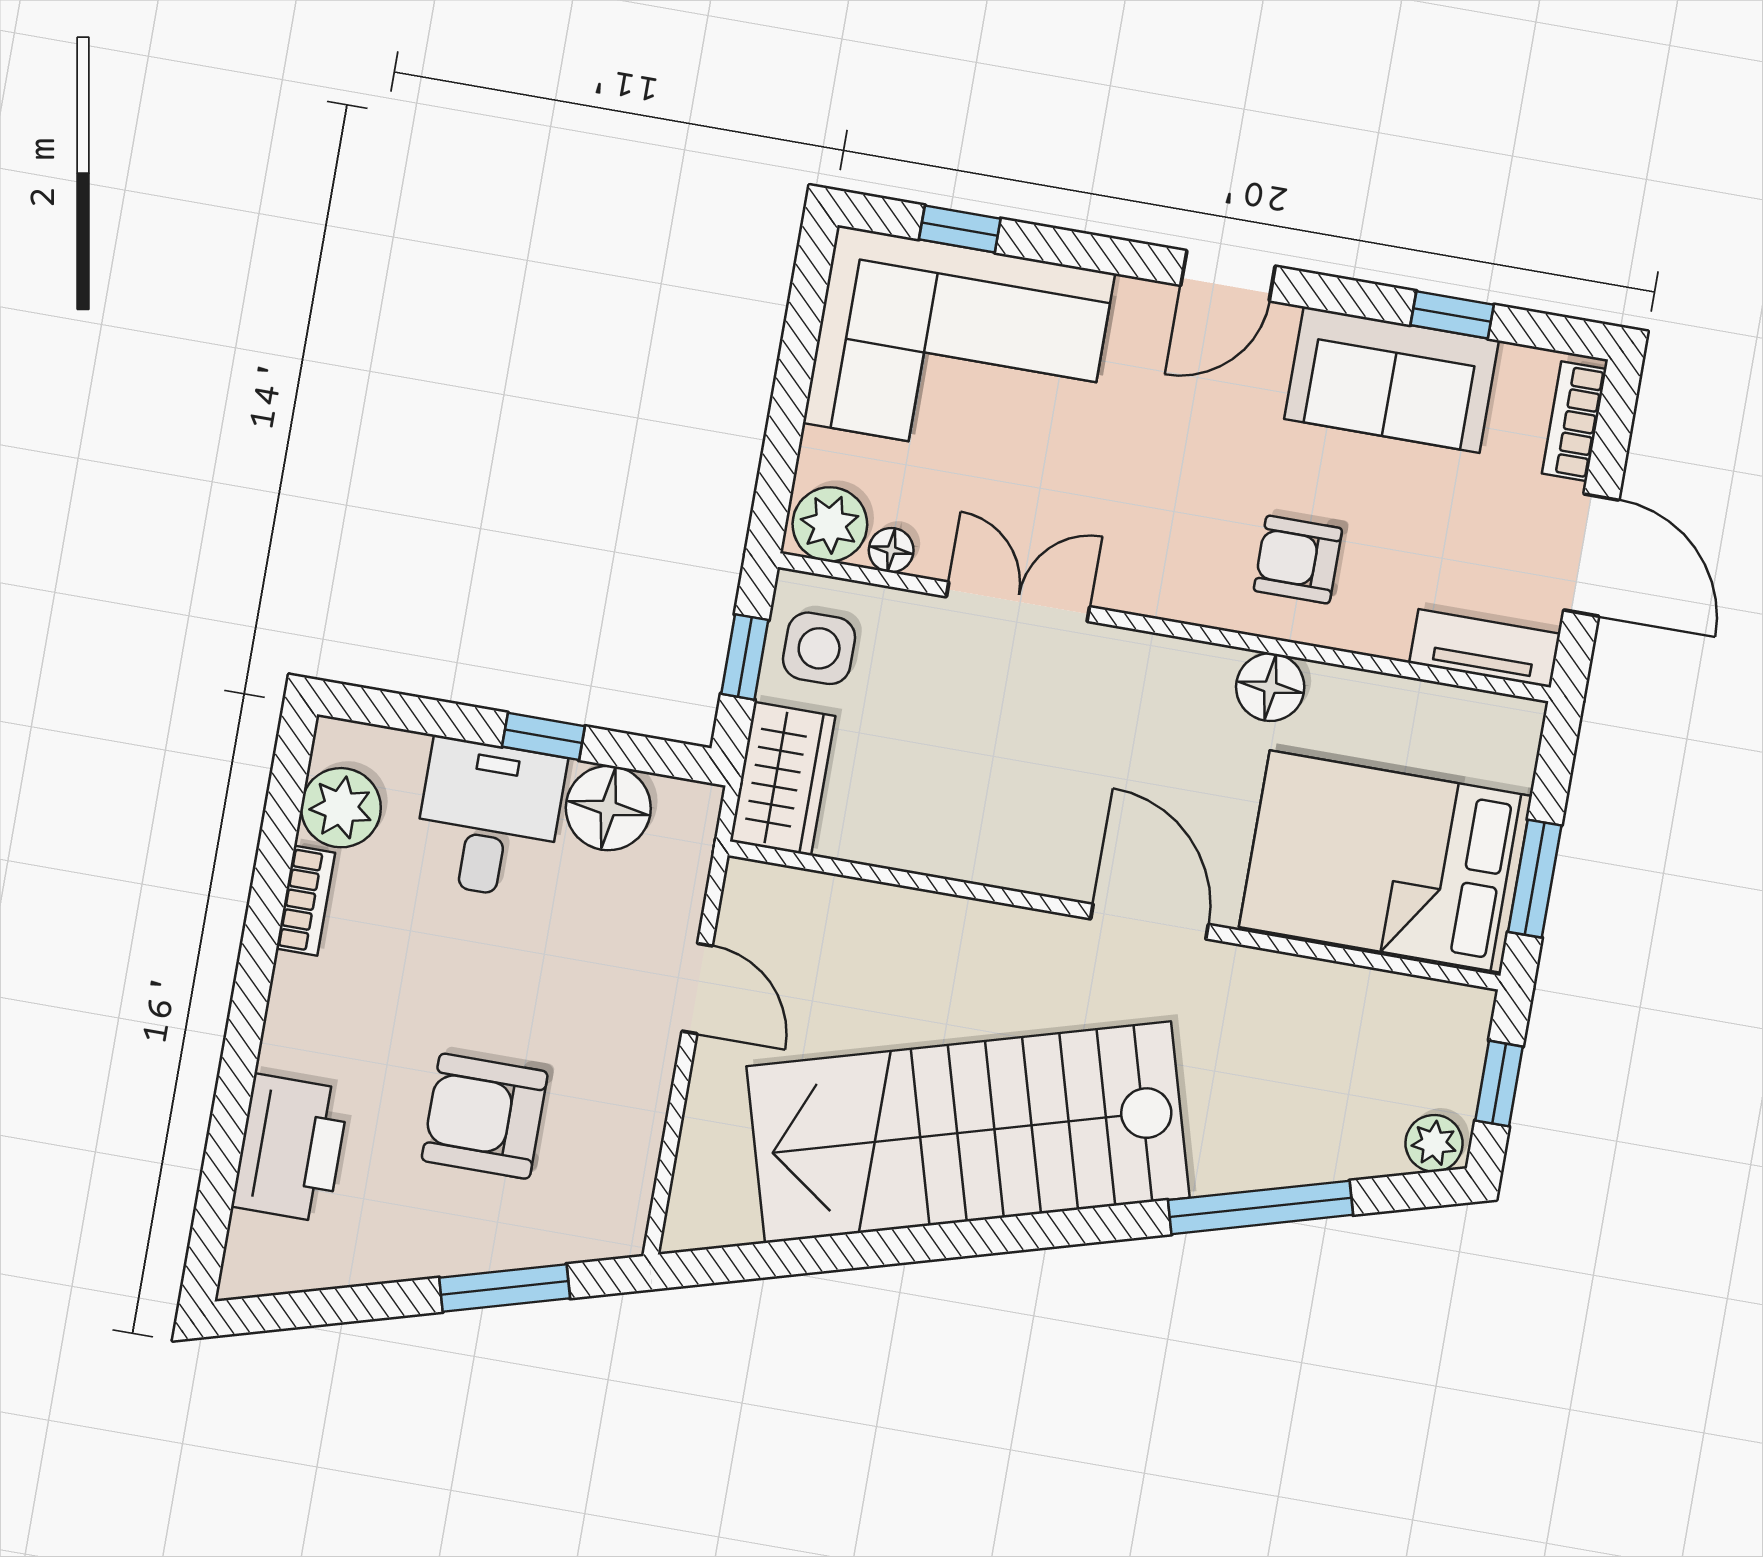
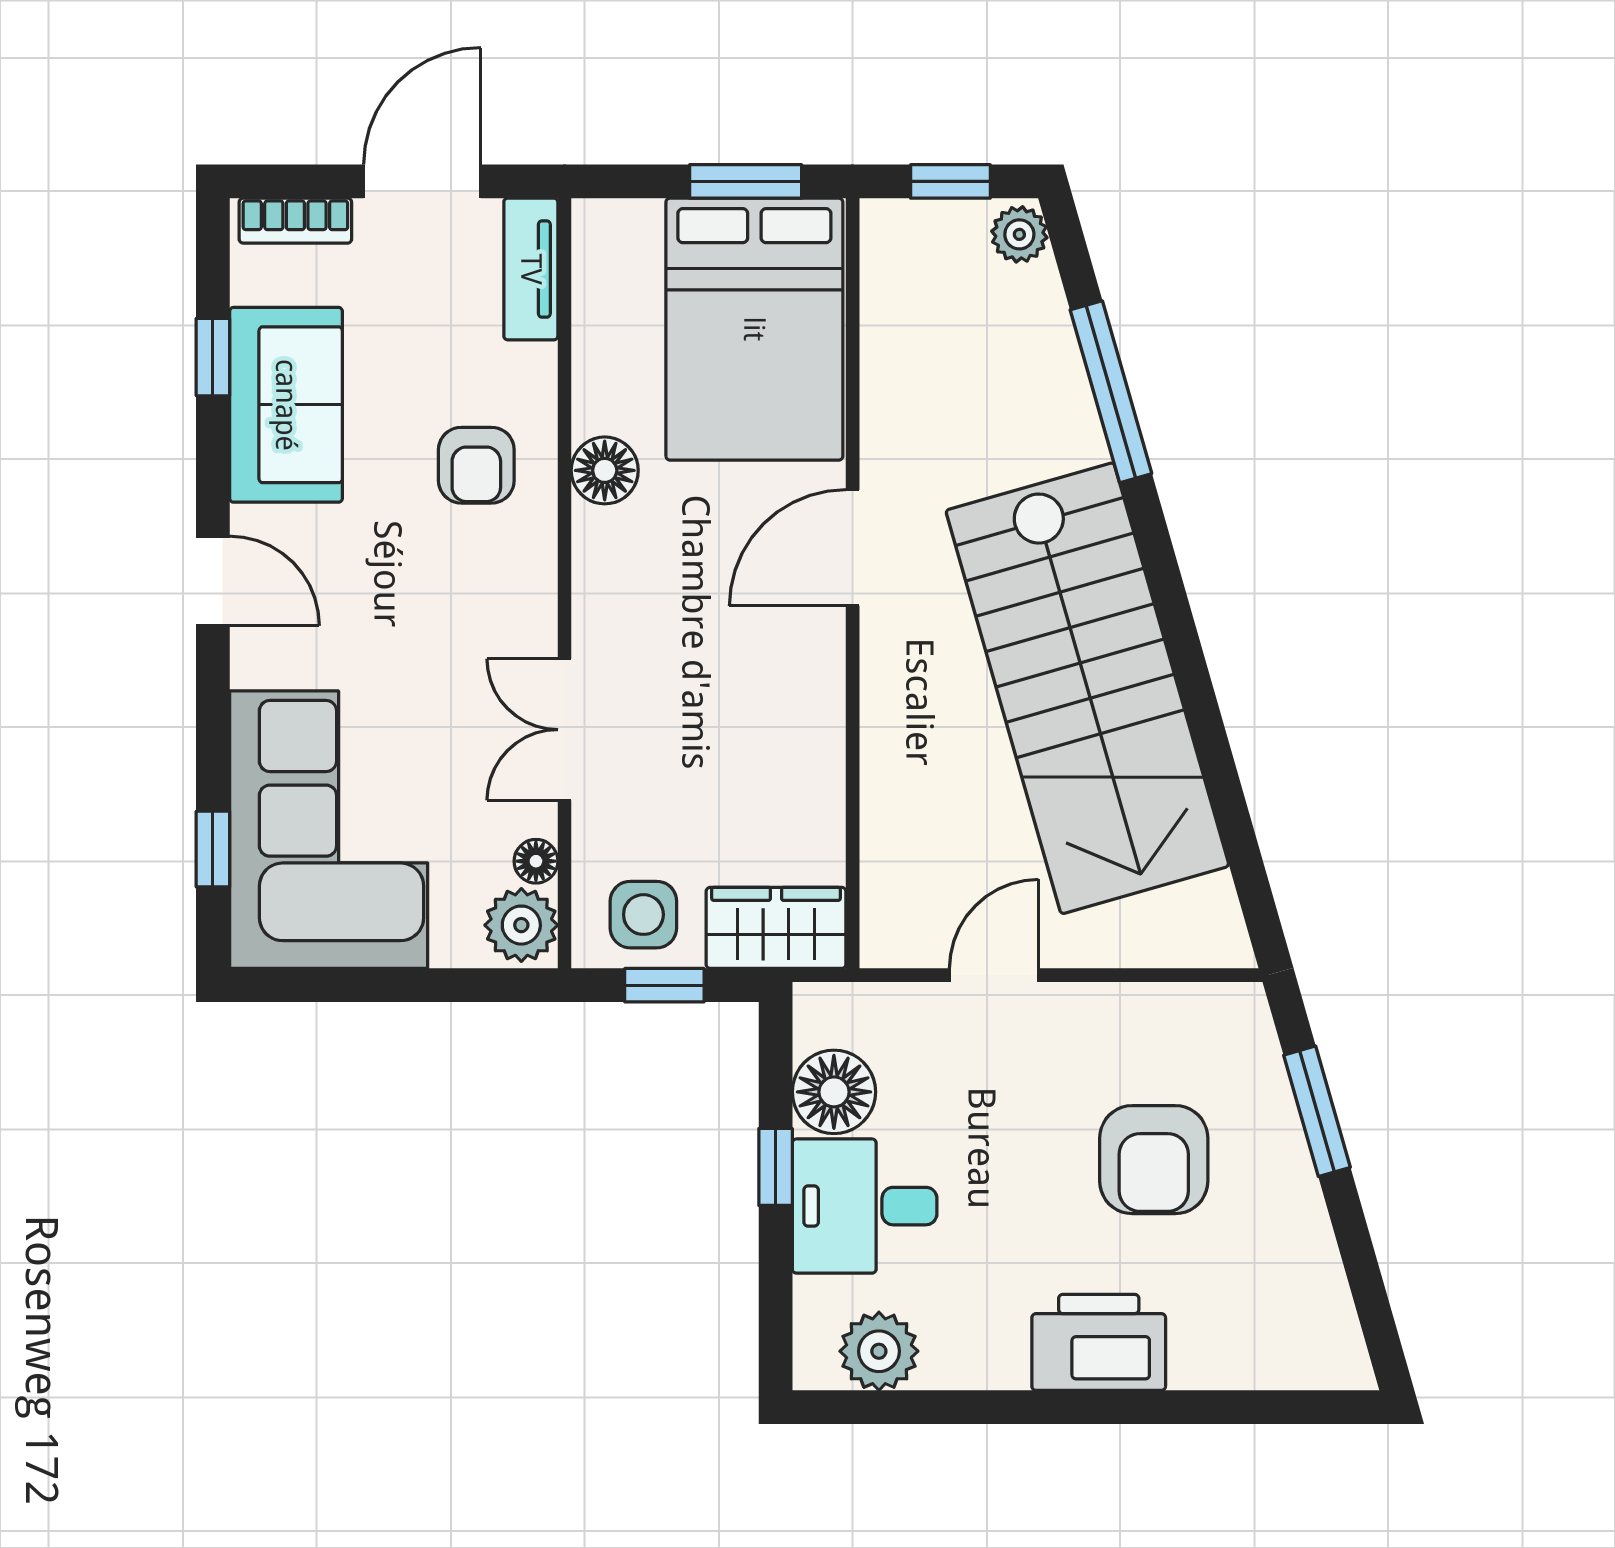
bookcase: (306, 901) -> (975, 1370), removed
printer: (291, 1148) -> (1099, 1342), moved

